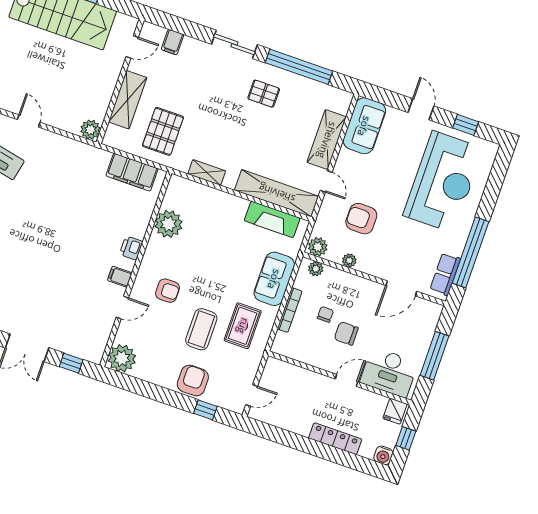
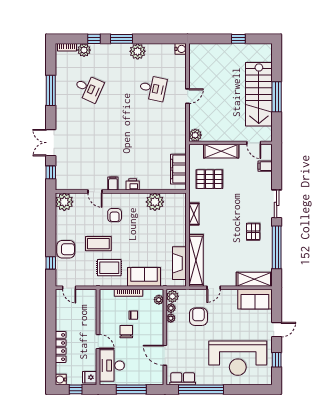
shelving: (327, 140) -> (254, 279), moved
plant: (334, 255) -> (171, 308), added

